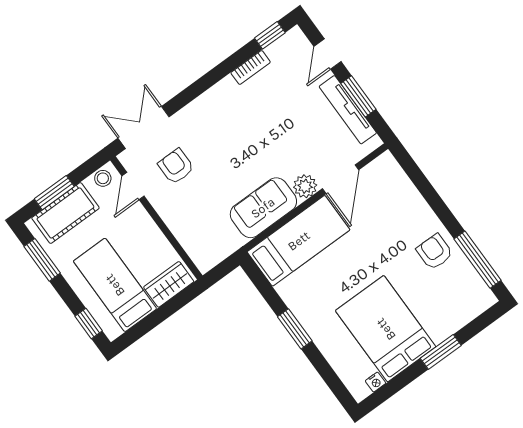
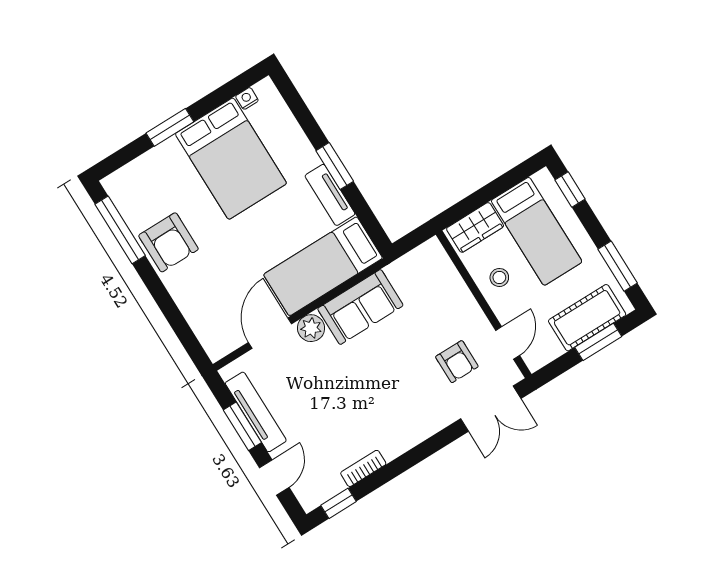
stool: (103, 178) -> (499, 277), moved
armchair: (435, 252) -> (169, 242), width x1.38, depth x1.38
tv unit: (297, 303) -> (330, 195), added

